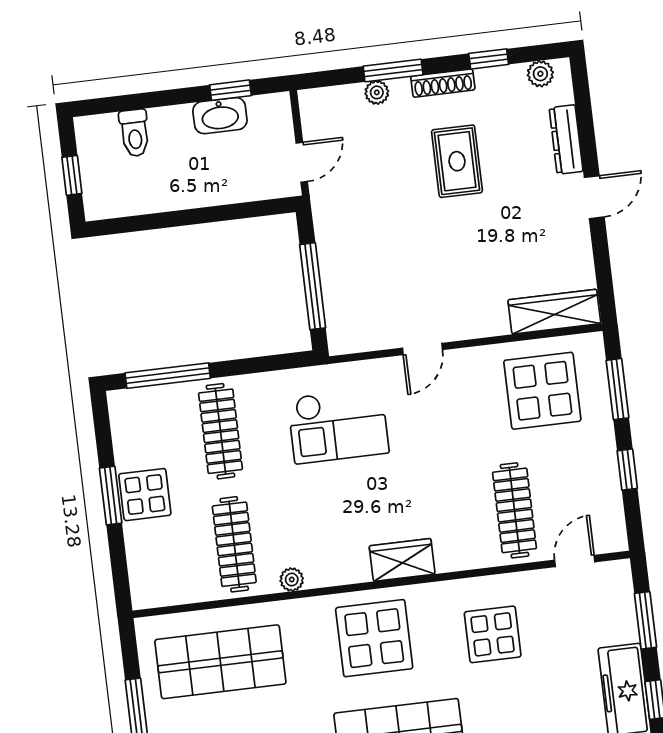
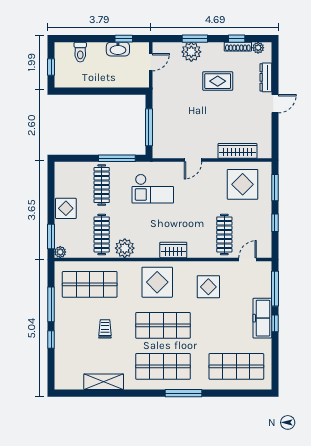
shoe rack: (443, 83) -> (238, 47), moved
plant: (377, 92) -> (191, 52), width x1.87, depth x1.87
rug: (457, 161) -> (218, 81), turned 90
door: (302, 162) -> (151, 62), moved
wardrobe: (554, 312) -> (237, 151), moved
window: (168, 376) -> (117, 158), moved
window: (111, 496) -> (51, 236), moved
plant: (292, 580) -> (125, 248), width x1.87, depth x1.87
plant: (144, 596) -> (60, 252), added
window: (645, 620) -> (275, 289), width x1.44

